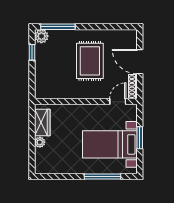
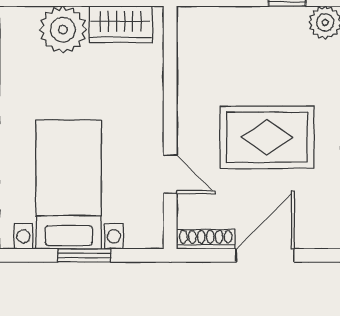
door: (118, 102) -> (170, 174), moved
plant: (40, 142) -> (63, 30), width x1.88, depth x1.88

